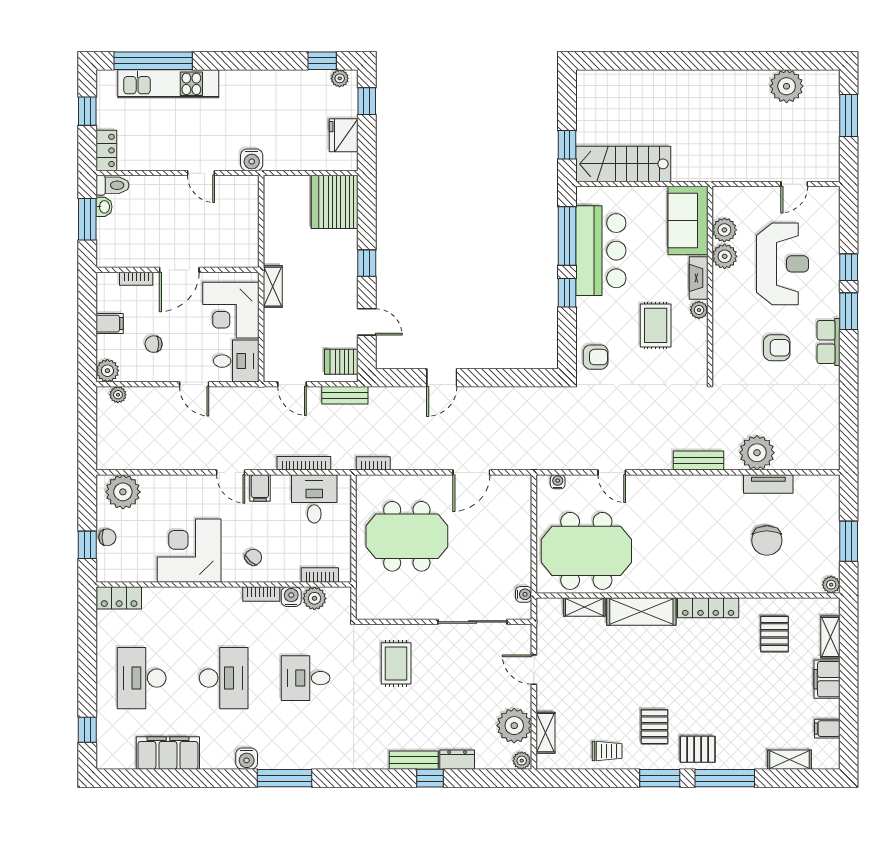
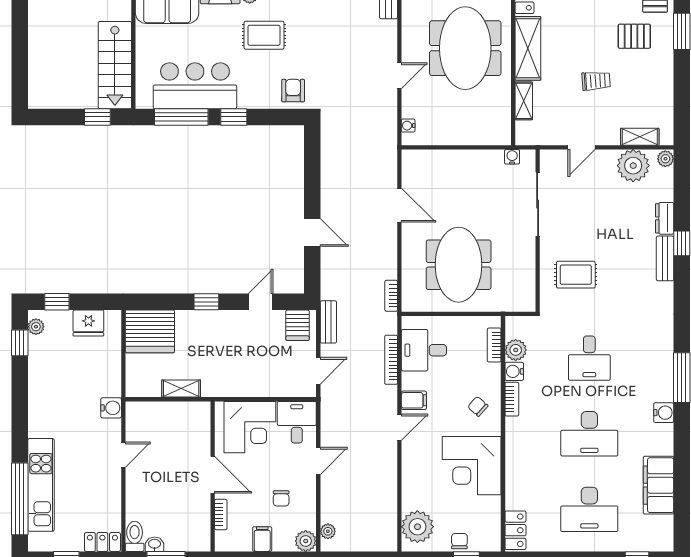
shelving: (273, 287) -> (181, 388), moved
meeting table: (586, 551) -> (465, 48), moved
desk: (224, 678) -> (589, 434), turned 180
trolley: (607, 751) -> (596, 81), moved, turned 86

